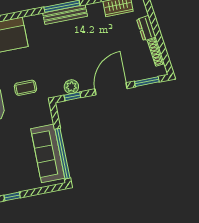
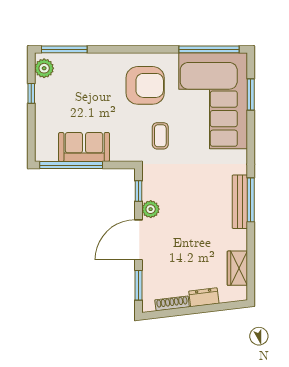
plant: (71, 87) -> (151, 209), moved
door: (111, 89) -> (138, 240), swing flipped
sofa: (48, 153) -> (84, 147), width x0.73

